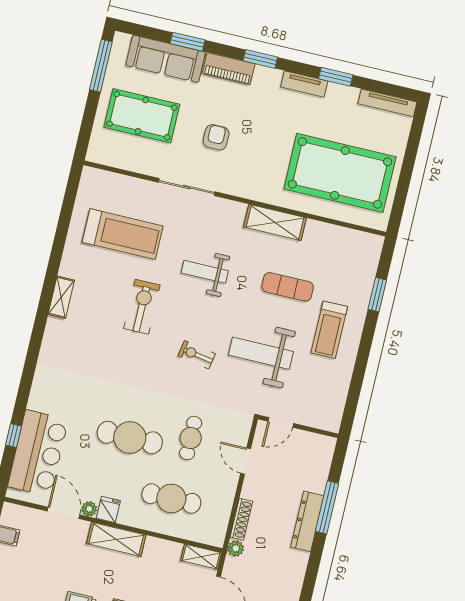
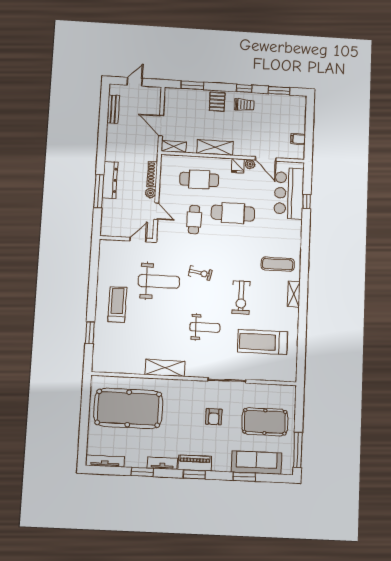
piano: (229, 69) -> (195, 463), moved
exercise mat: (288, 287) -> (278, 264), moved
shelving: (116, 539) -> (215, 147), moved
plant: (236, 548) -> (150, 193), moved

